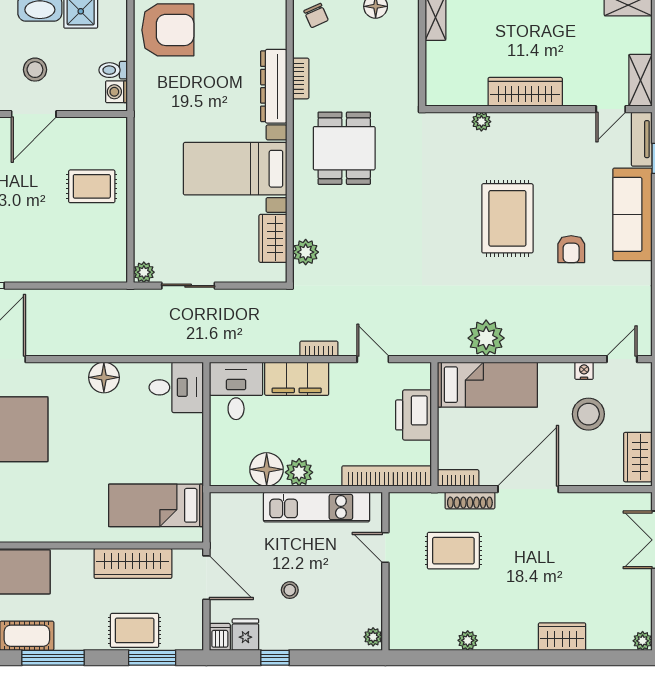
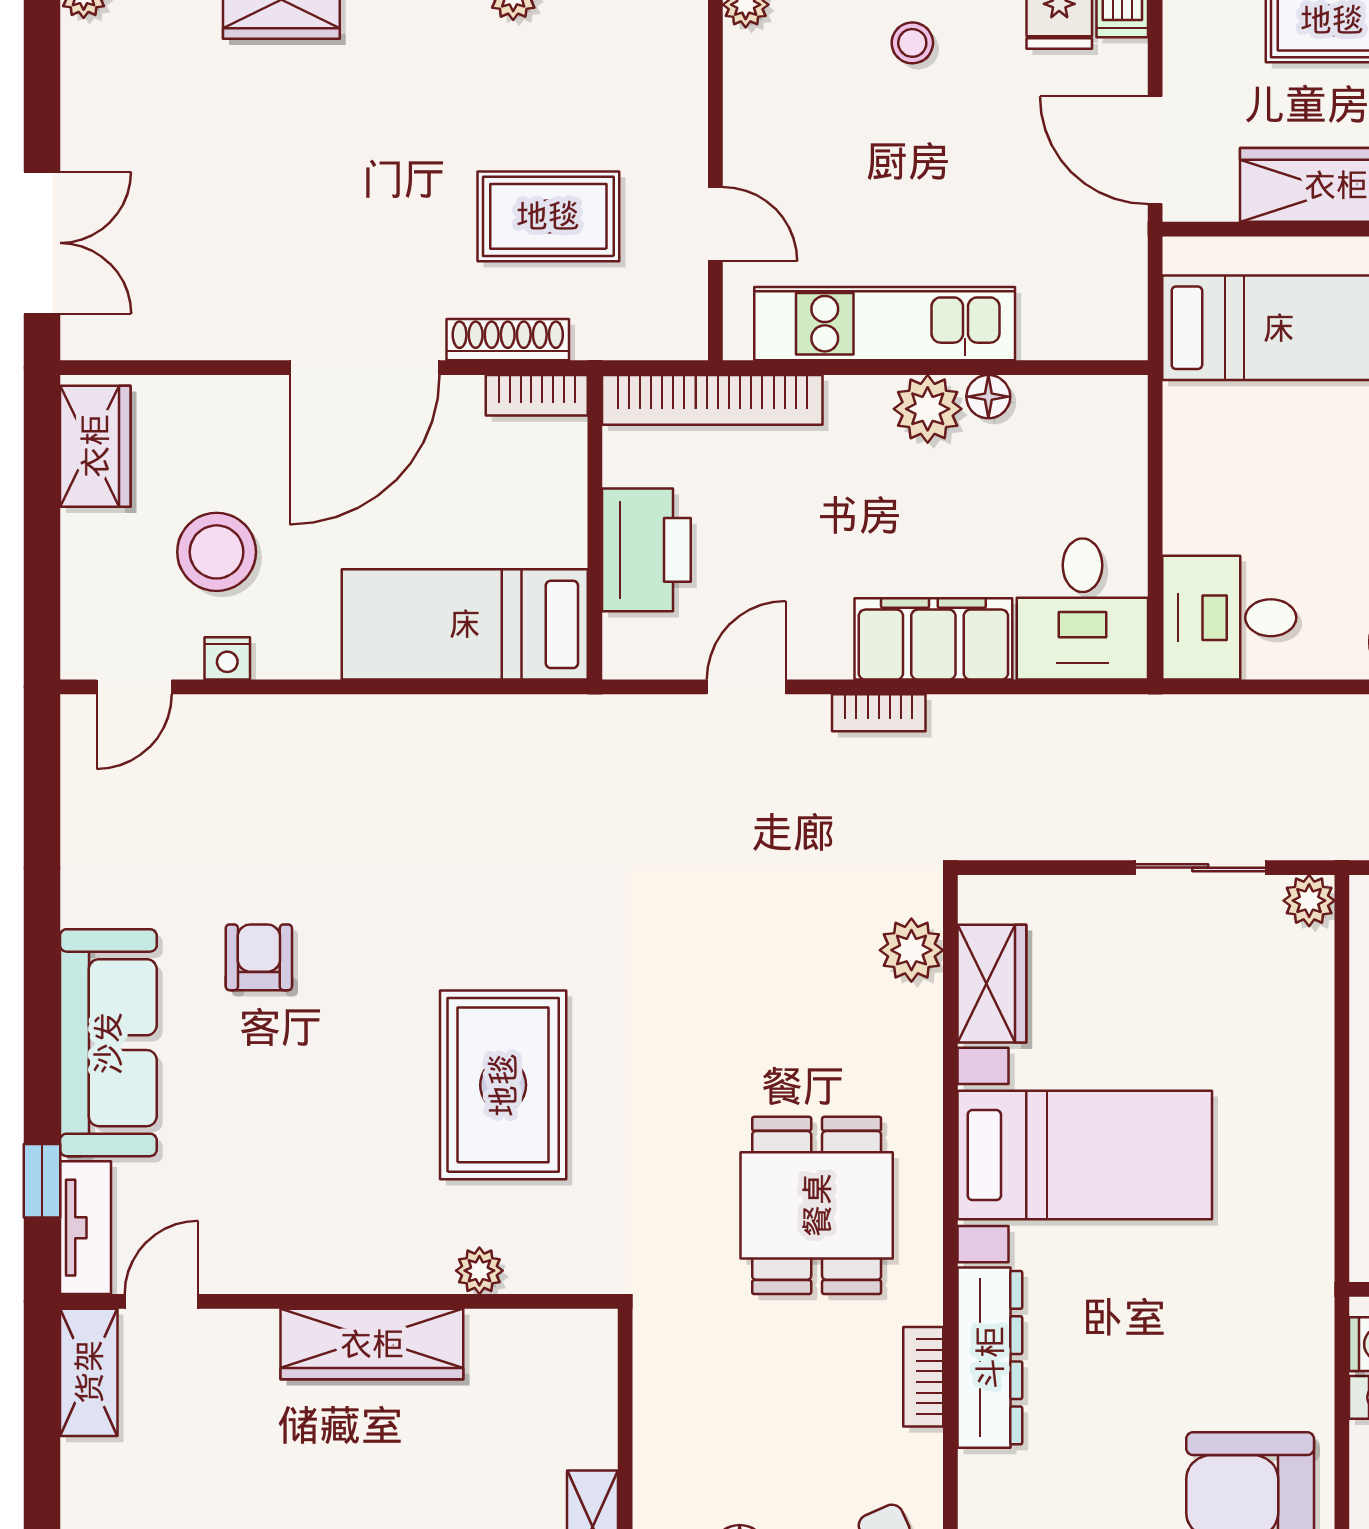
rug: (507, 218) -> (503, 1085), moved
plant: (486, 338) -> (468, 739), removed
door: (373, 359) -> (746, 687), swing flipped
floor lamp: (267, 469) -> (988, 397), width x0.53, depth x0.53
stool: (290, 590) -> (912, 43), moved

